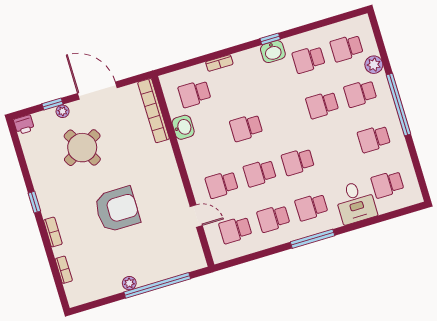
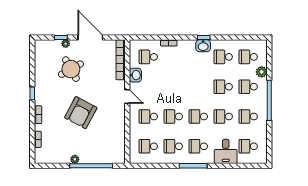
printer: (24, 125) -> (40, 45), removed
school desk: (246, 128) -> (223, 116), moved
armchair: (117, 209) -> (81, 113), turned 118
door: (196, 216) -> (127, 97), moved

